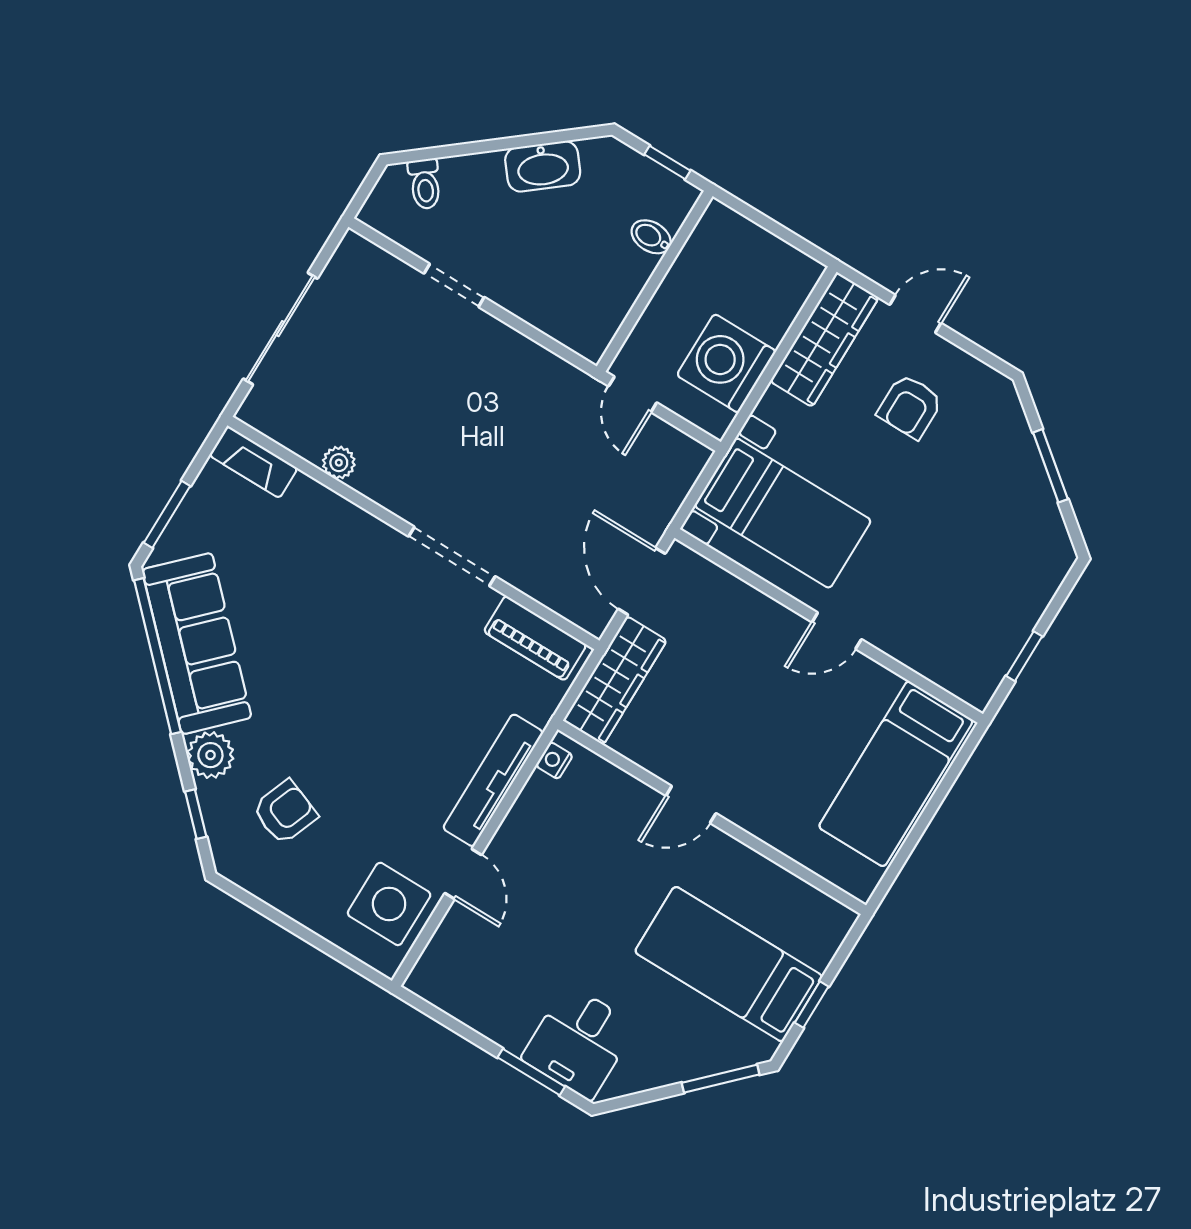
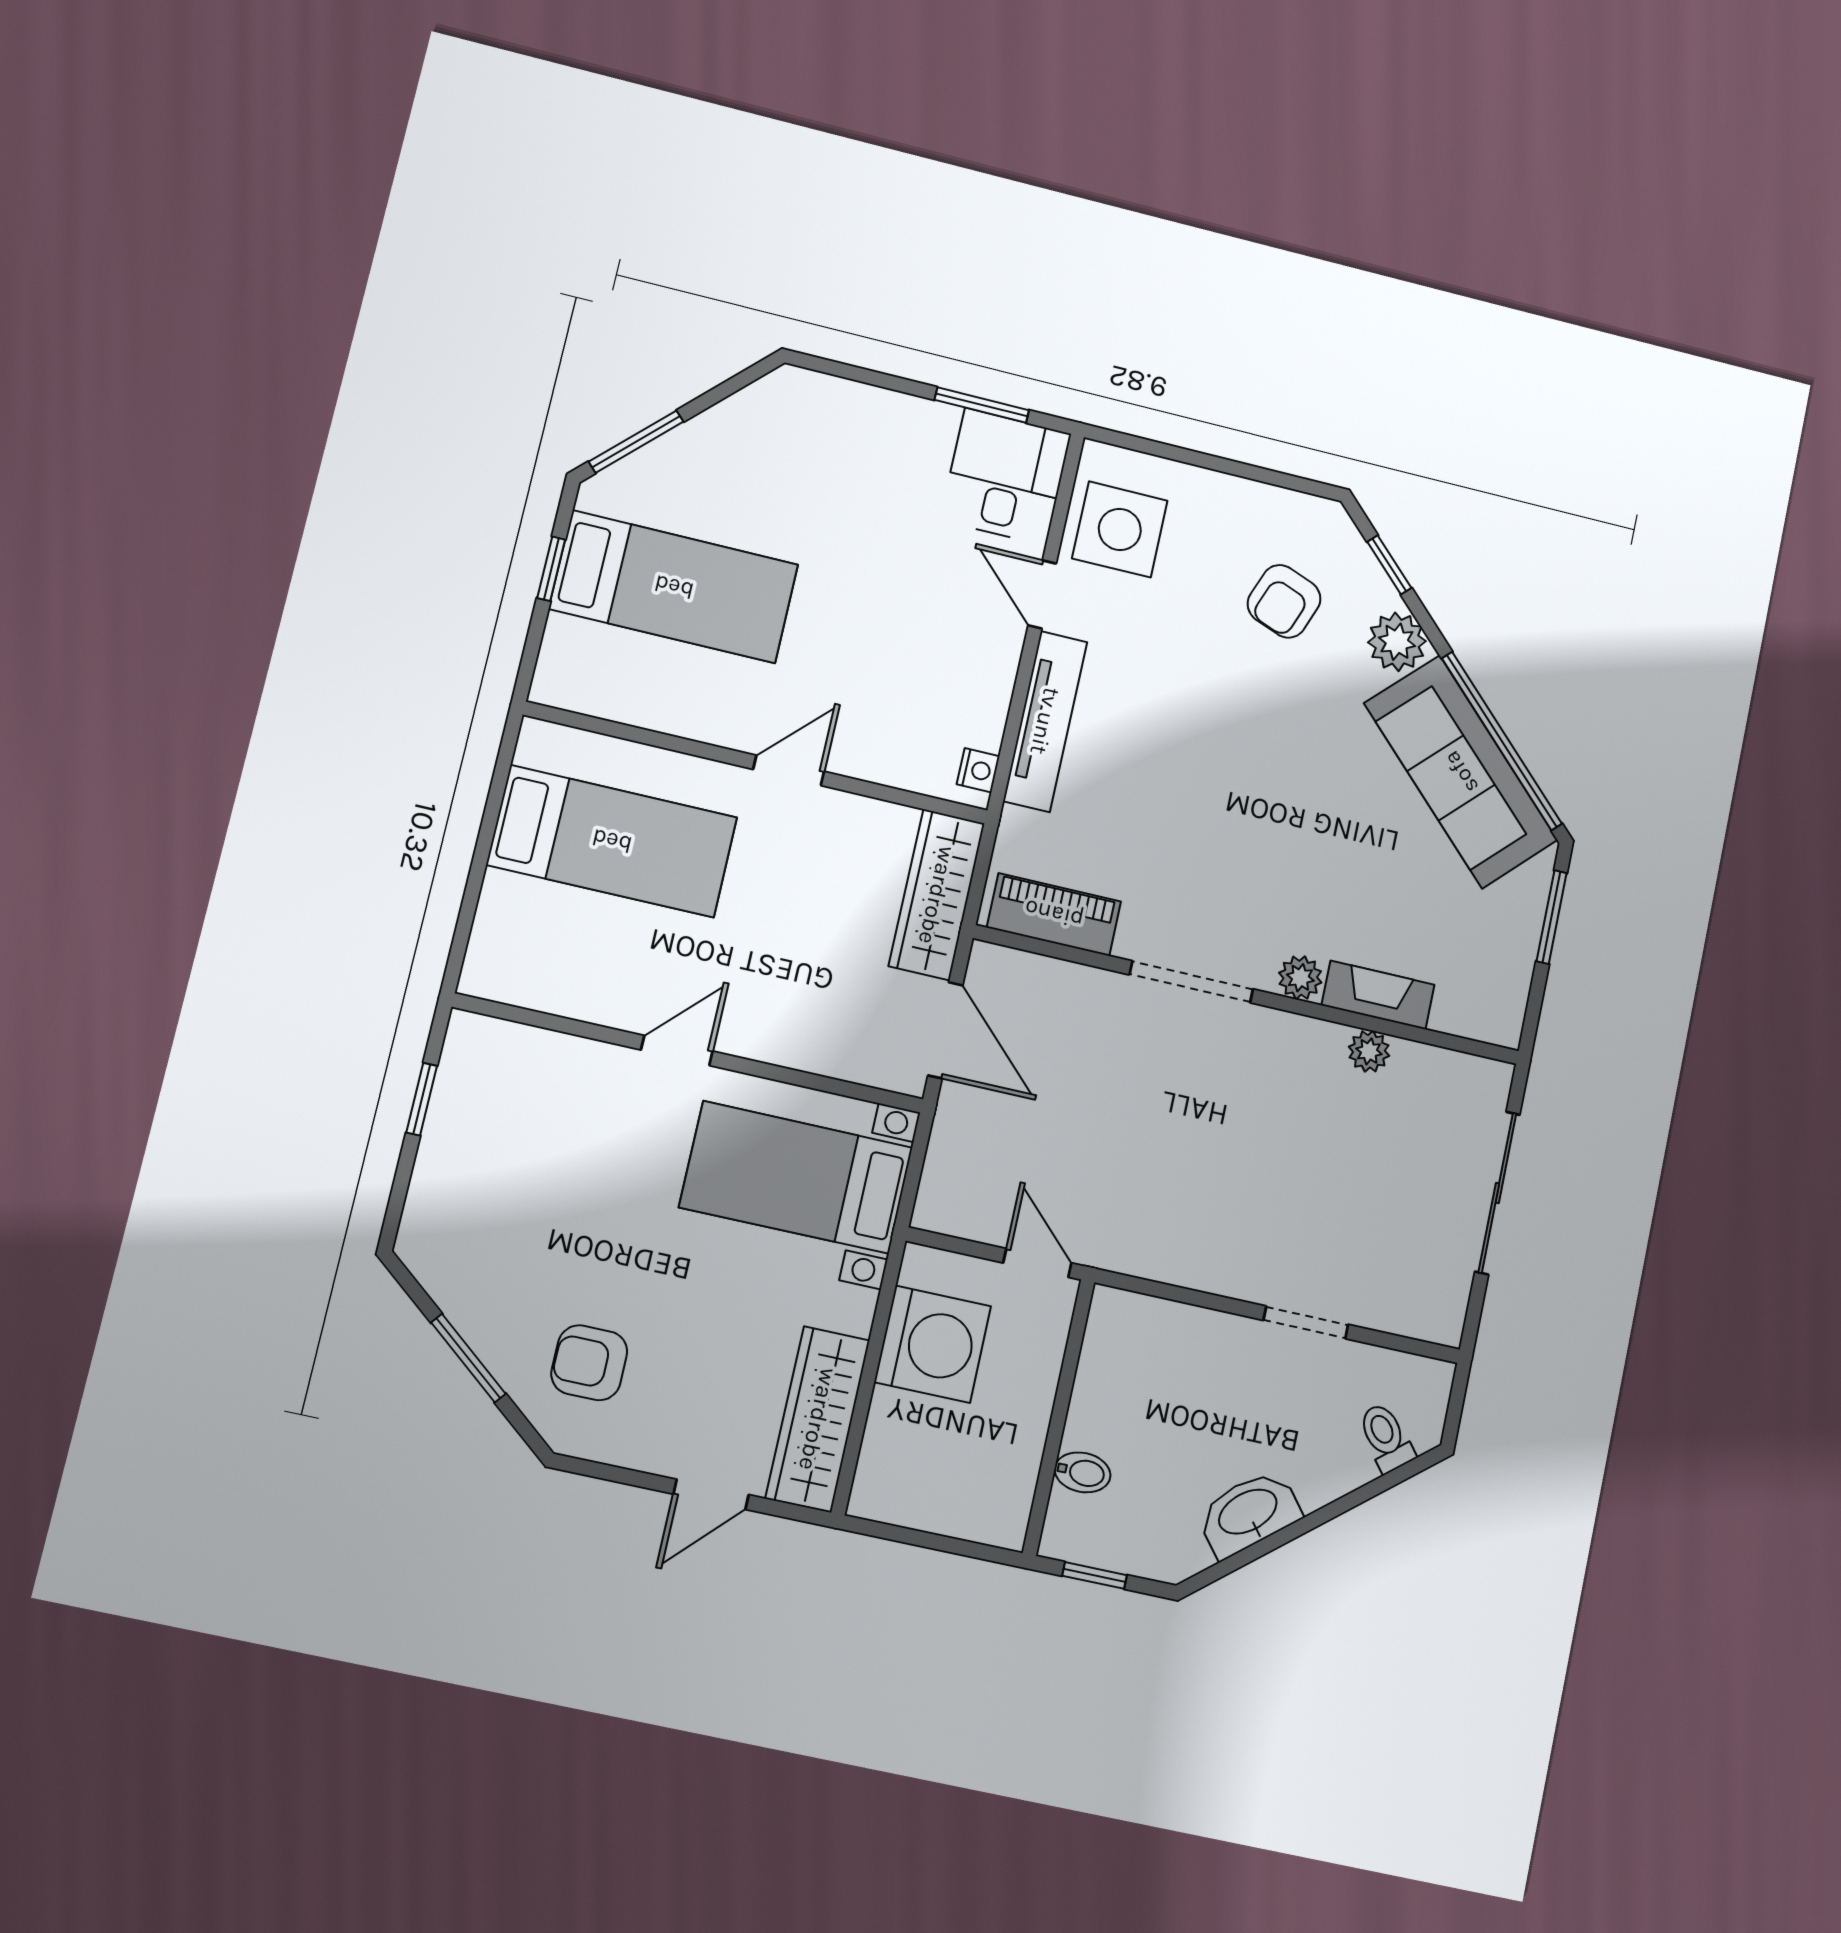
armchair: (910, 406) -> (589, 1363), moved, turned -90
fireplace: (253, 462) -> (1378, 995), moved
plant: (371, 533) -> (1300, 978), added
bed: (896, 774) -> (612, 841), moved, turned 90
desk: (579, 1042) -> (1006, 477), moved
window: (531, 1072) -> (982, 405), moved

